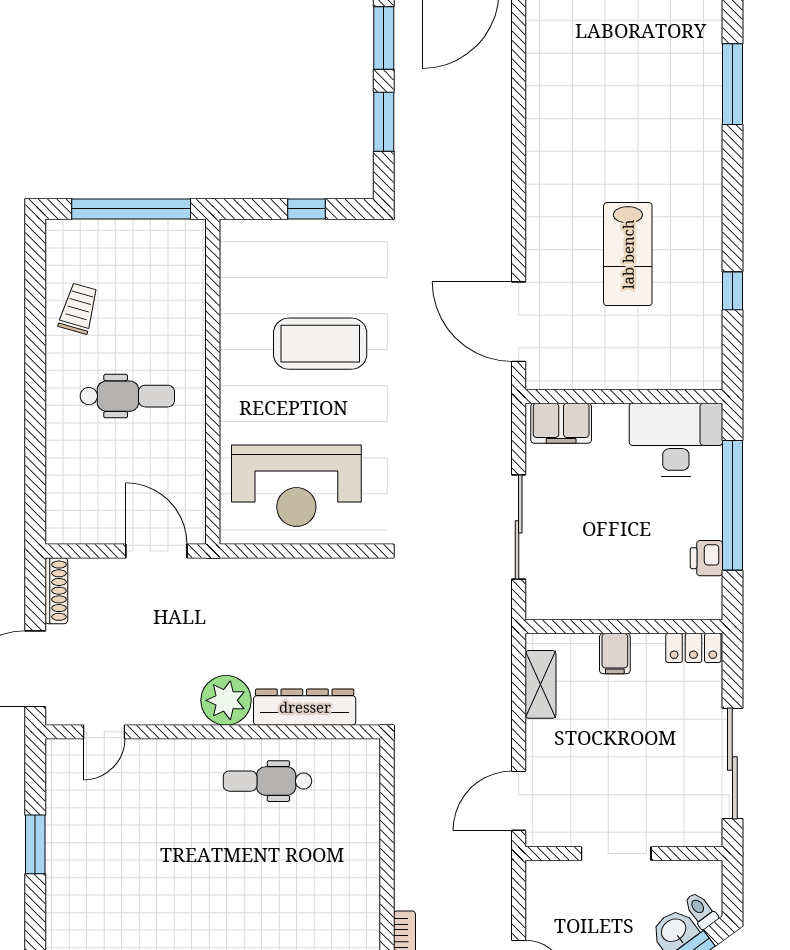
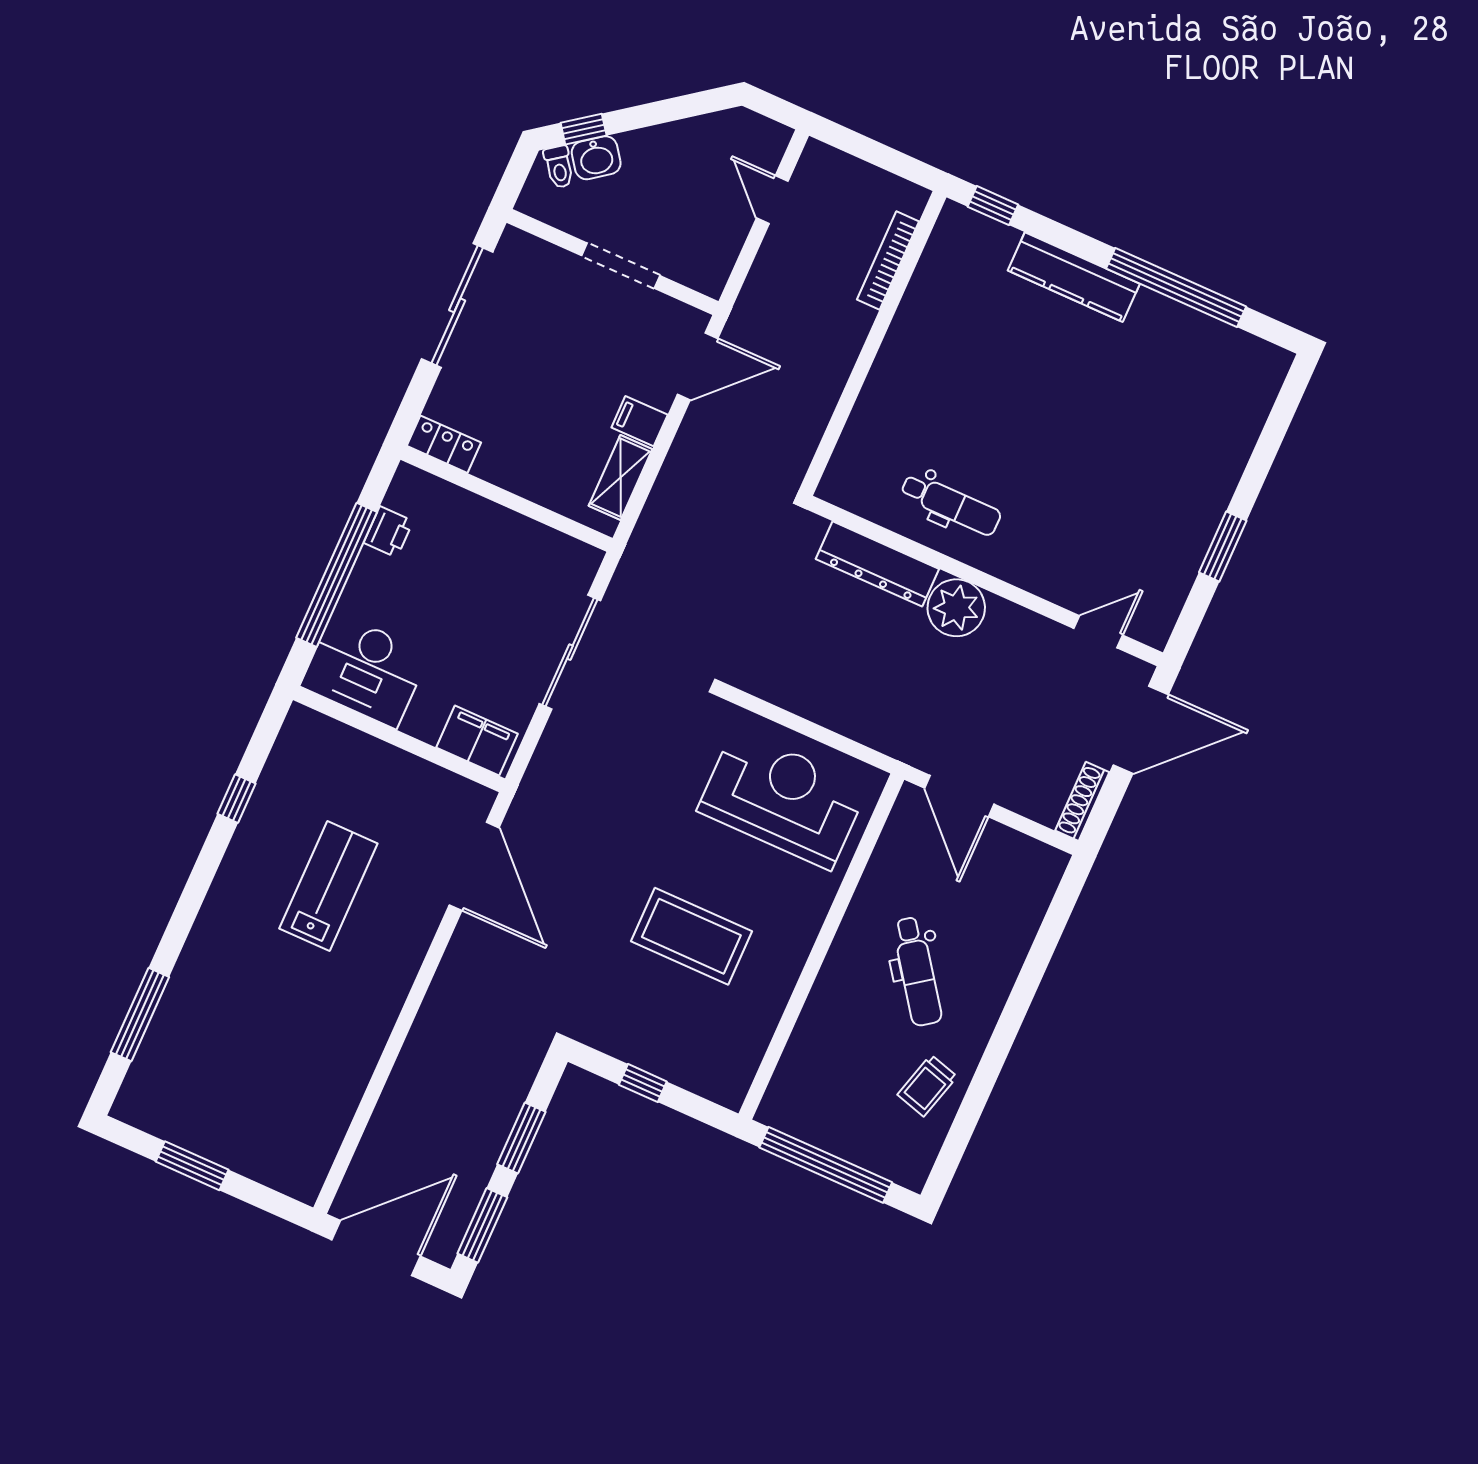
dental chair: (127, 396) -> (917, 971), turned -126
filing cabinet: (615, 654) -> (640, 421), moved, turned -90

